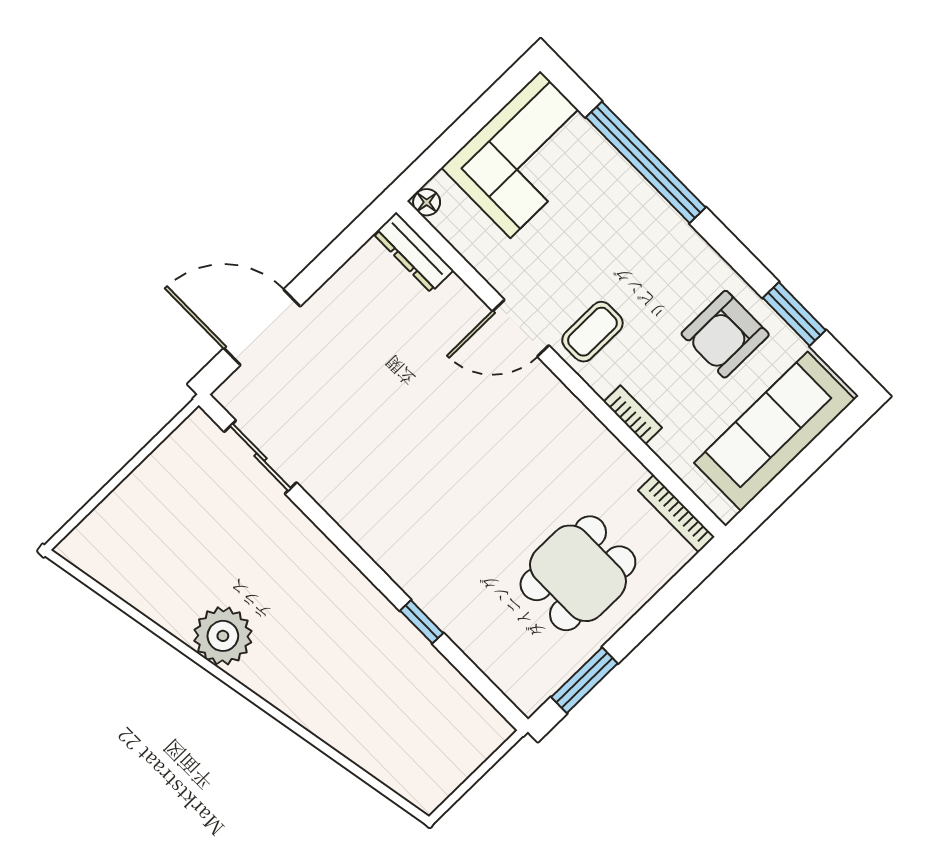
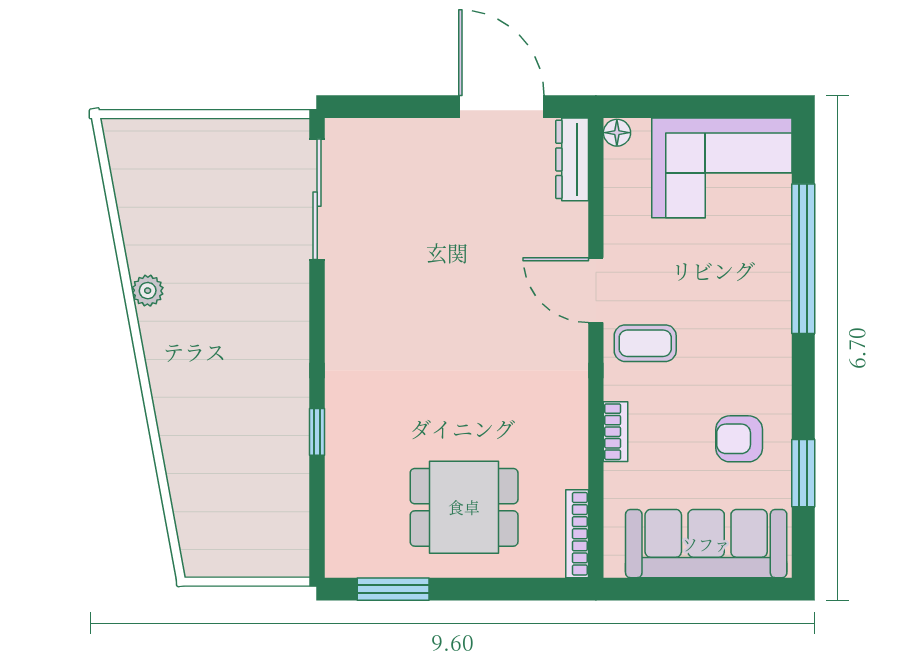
door: (262, 327) -> (501, 107), moved
armchair: (725, 334) -> (739, 439), width x0.72, depth x0.72
sliding door: (260, 457) -> (317, 199), width x1.37
plant: (223, 636) -> (148, 291), width x0.53, depth x0.53

